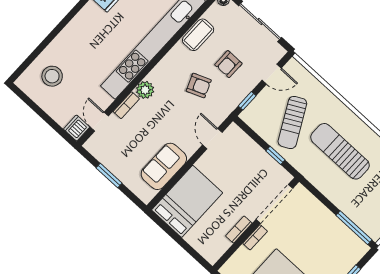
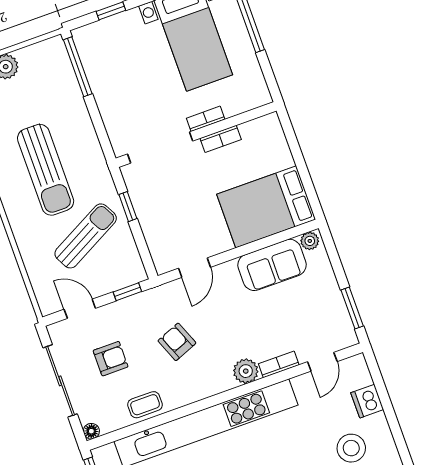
coffee table: (198, 35) -> (145, 405), width x0.73, depth x0.77
armchair: (228, 64) -> (111, 359), moved
dishwasher: (77, 128) -> (367, 401), moved, turned 90
window: (109, 175) -> (352, 308), moved
plant: (148, 194) -> (310, 241), added

